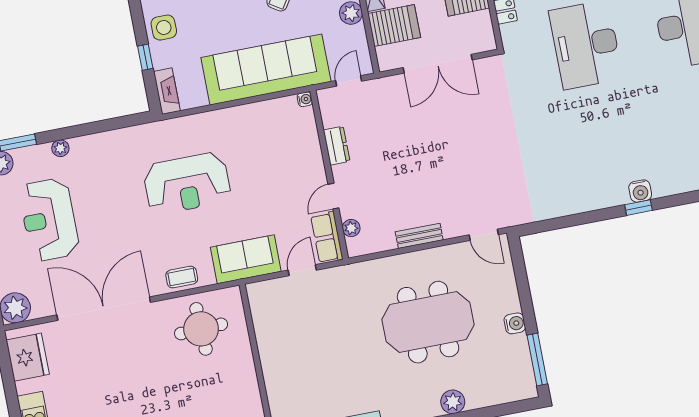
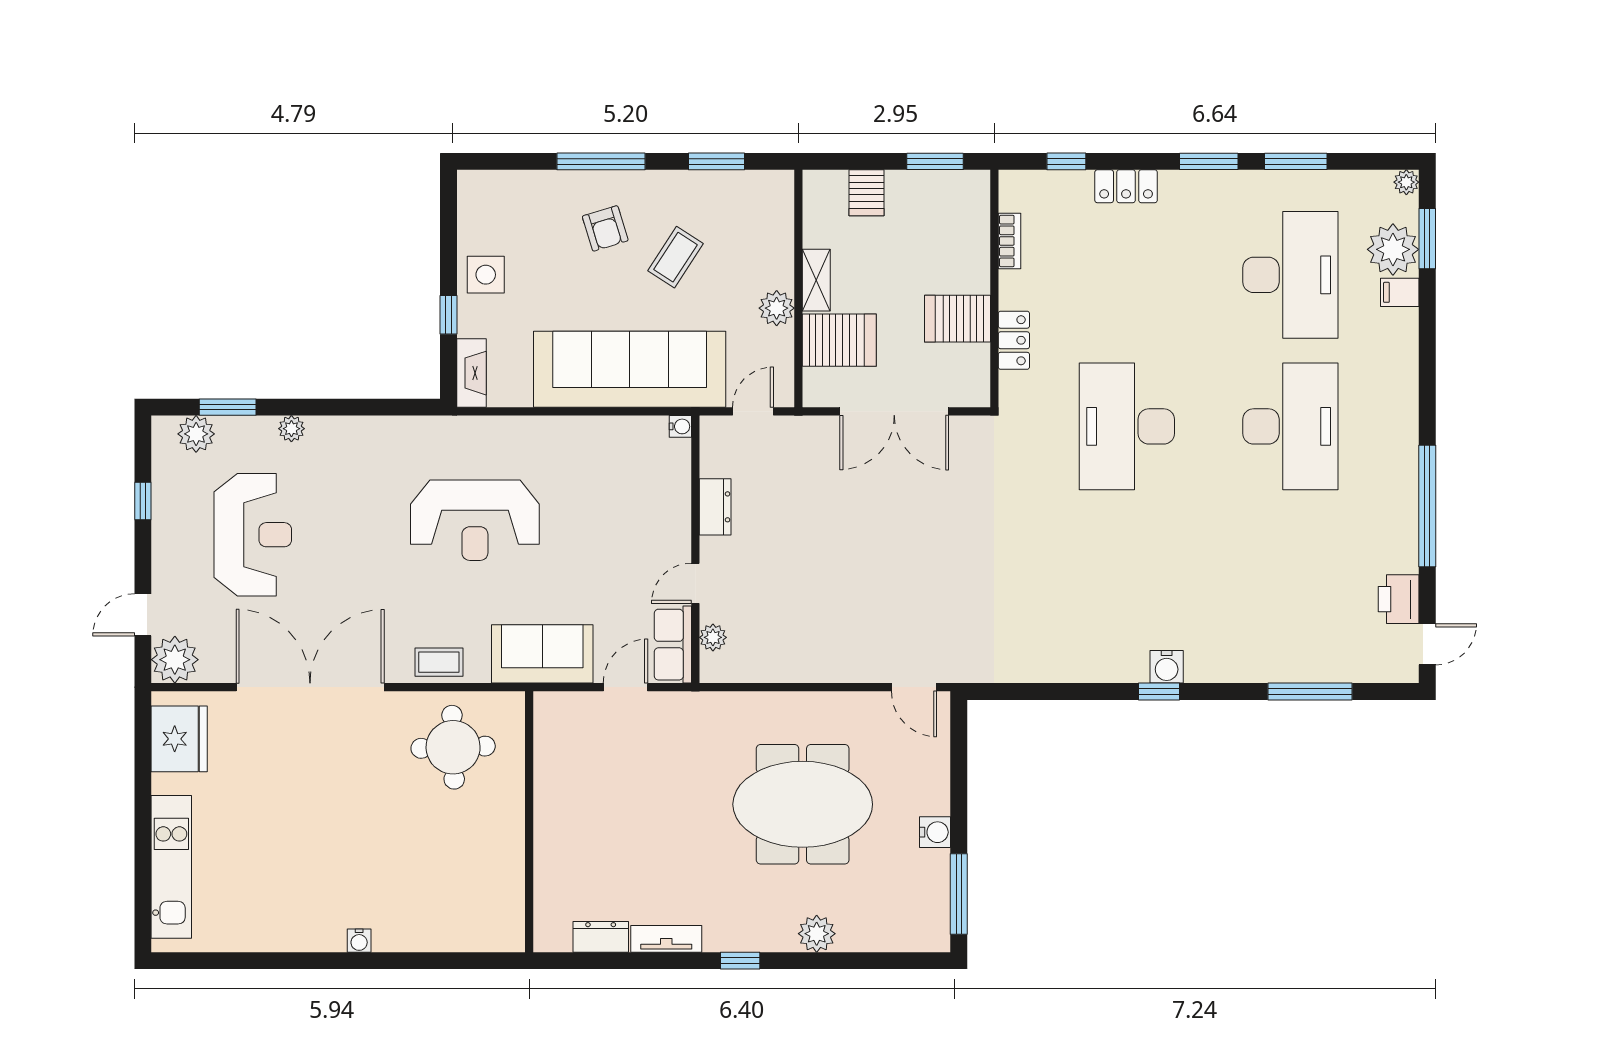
reception desk: (49, 220) -> (253, 535), turned 180
bench: (419, 236) -> (815, 670), removed

